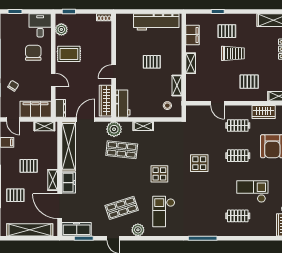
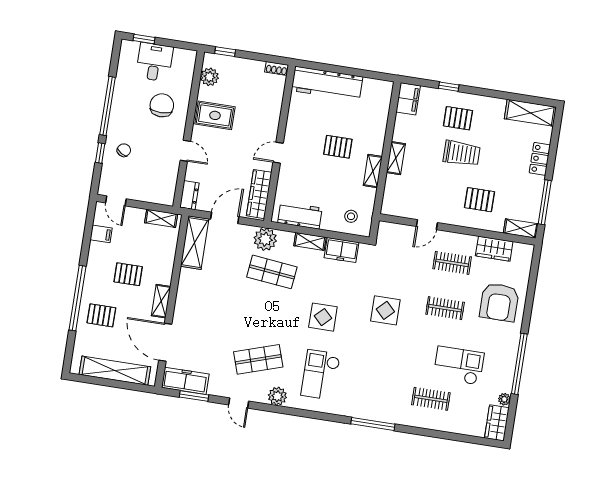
workbench: (156, 22) -> (327, 84), moved
desk: (40, 25) -> (154, 62), moved
filing cabinet: (192, 35) -> (408, 99), moved
shelving: (177, 85) -> (373, 171), moved
door: (217, 103) -> (427, 225), hinge flipped
workbench: (123, 104) -> (300, 215), moved, turned -90
filing cabinet: (36, 109) -> (152, 191), removed
shelving: (69, 146) -> (195, 243), width x0.68
freezer: (69, 183) -> (342, 250), moved, turned 90

